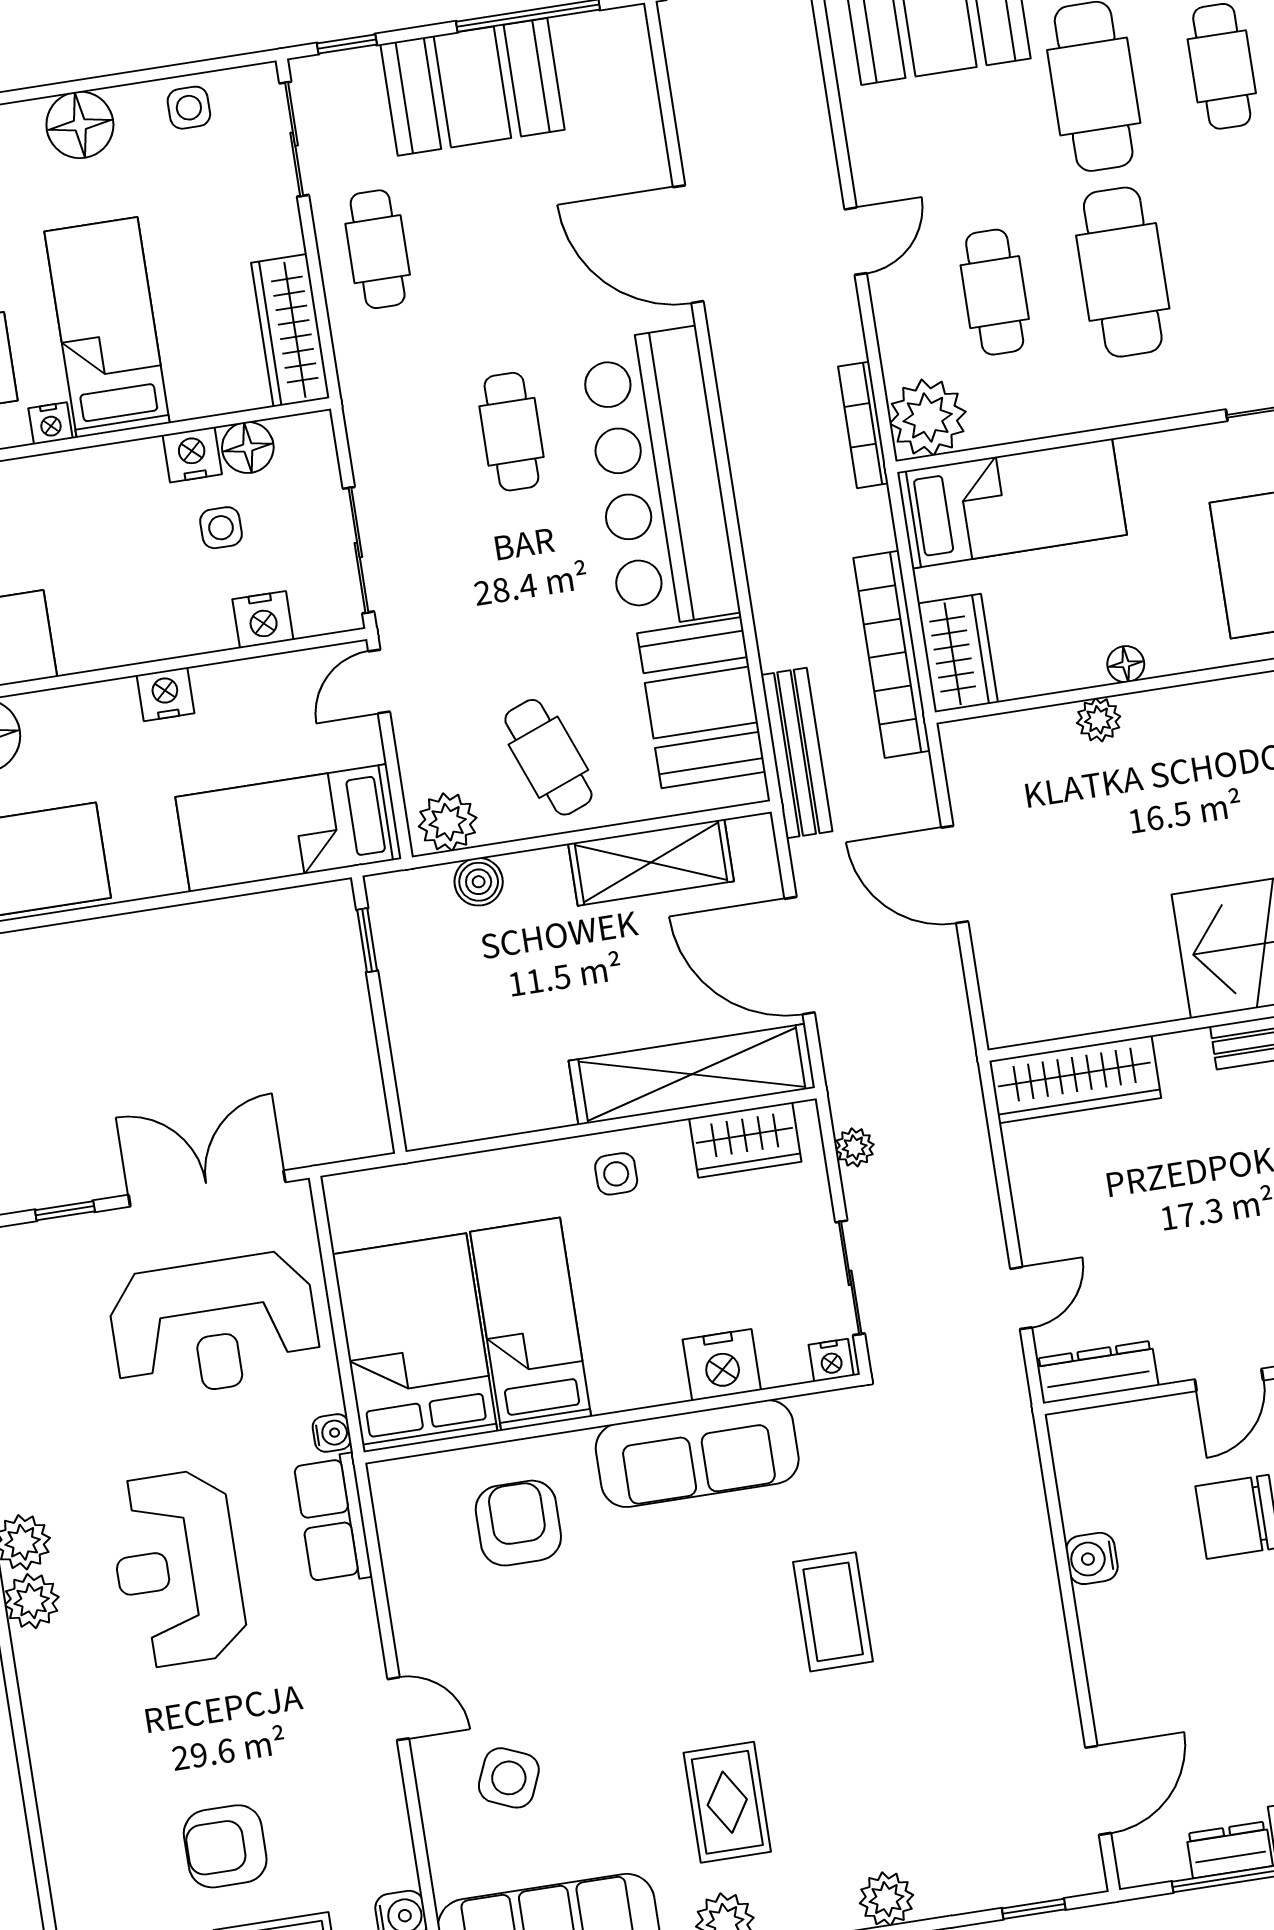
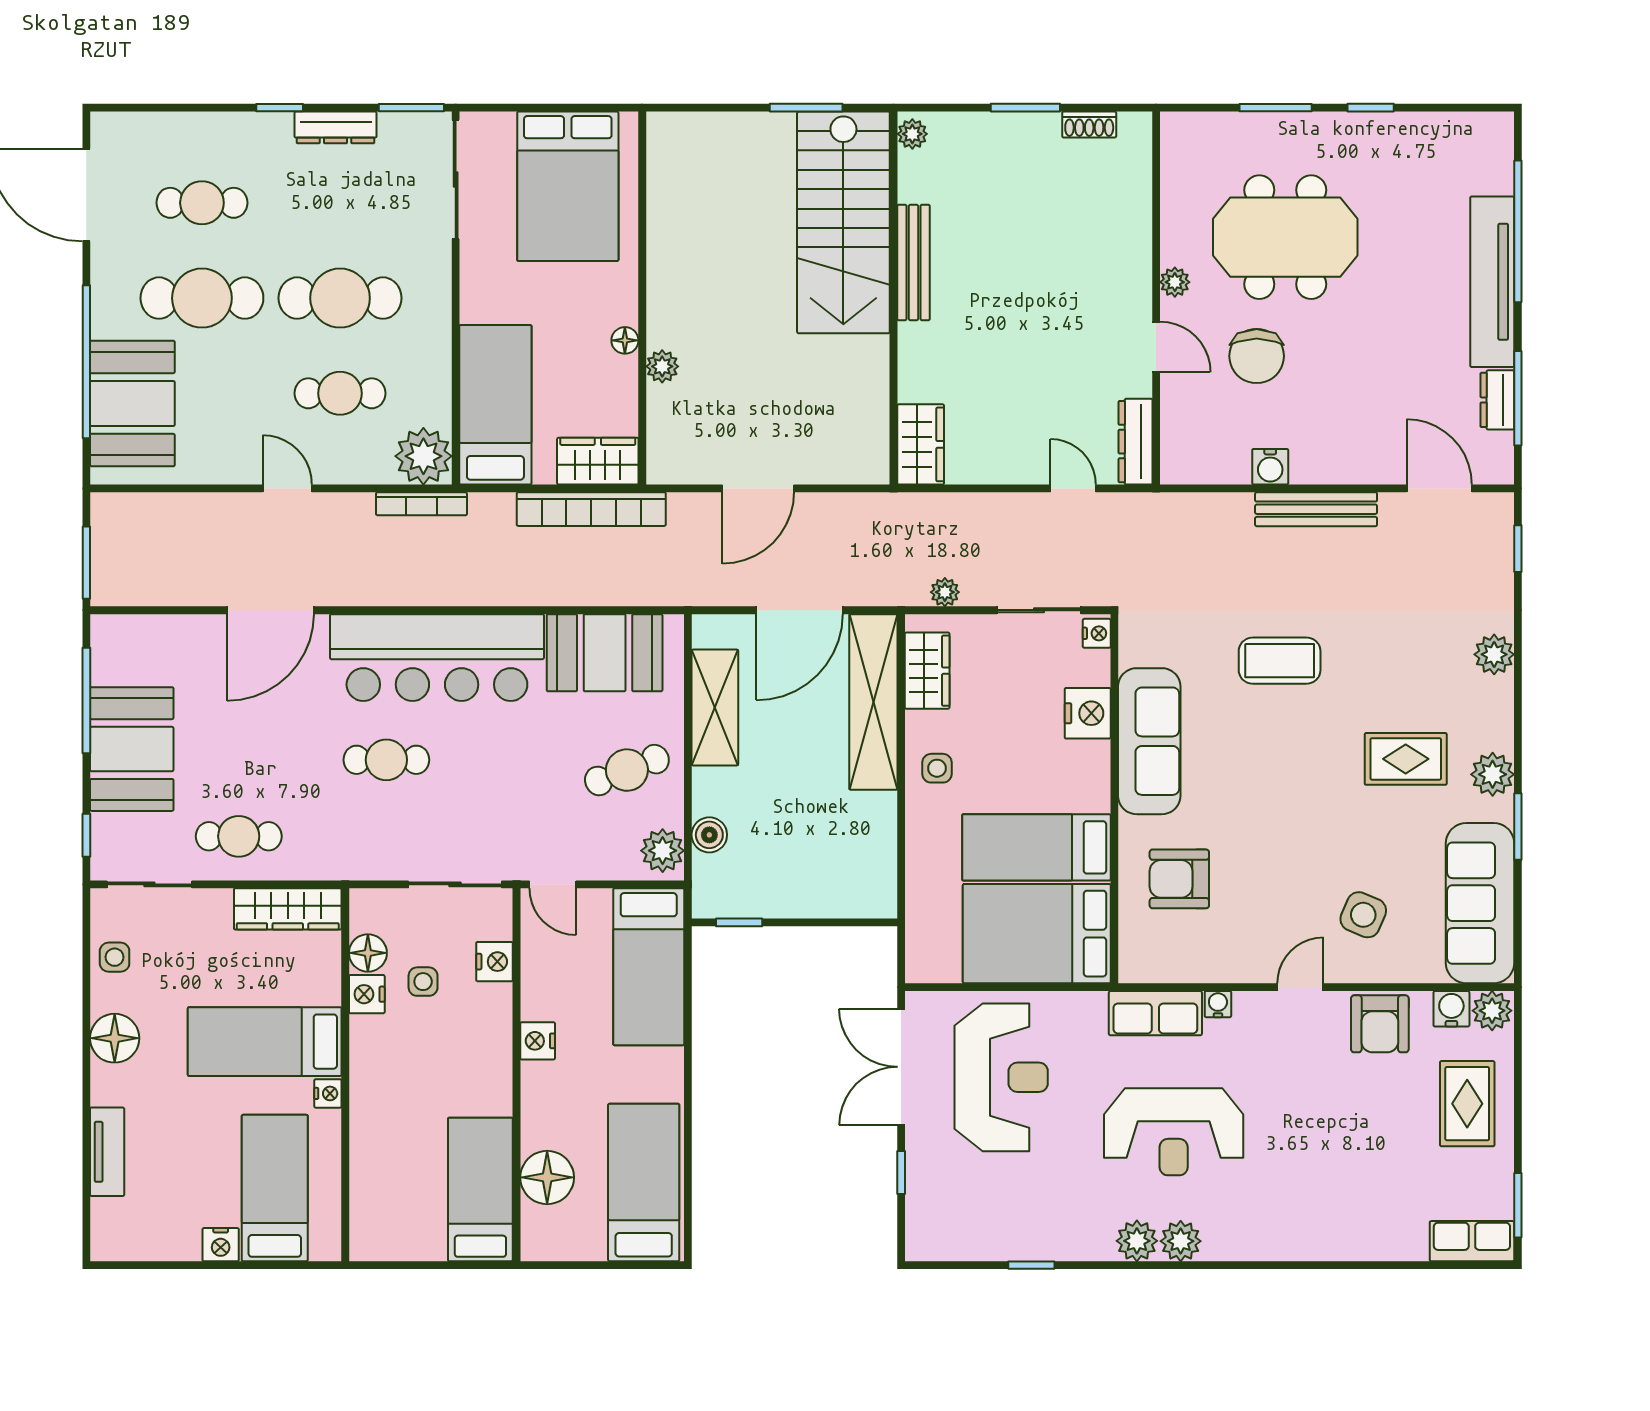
bench: (797, 753) -> (1316, 509), moved
wardrobe: (1075, 1079) -> (921, 444), width x0.67
water cooler: (332, 1433) -> (1218, 1004), moved
armchair: (225, 1846) -> (1380, 1024), moved

